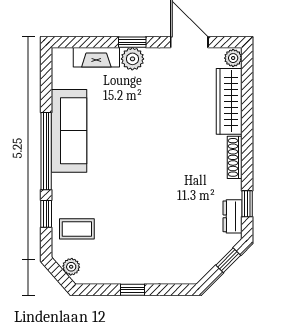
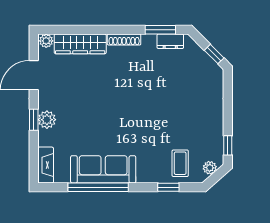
fireplace: (96, 57) -> (46, 165), moved
window: (46, 151) -> (98, 187), moved
window: (247, 204) -> (160, 30), width x1.50
window: (228, 260) -> (214, 54), moved
window: (132, 290) -> (228, 145), moved

